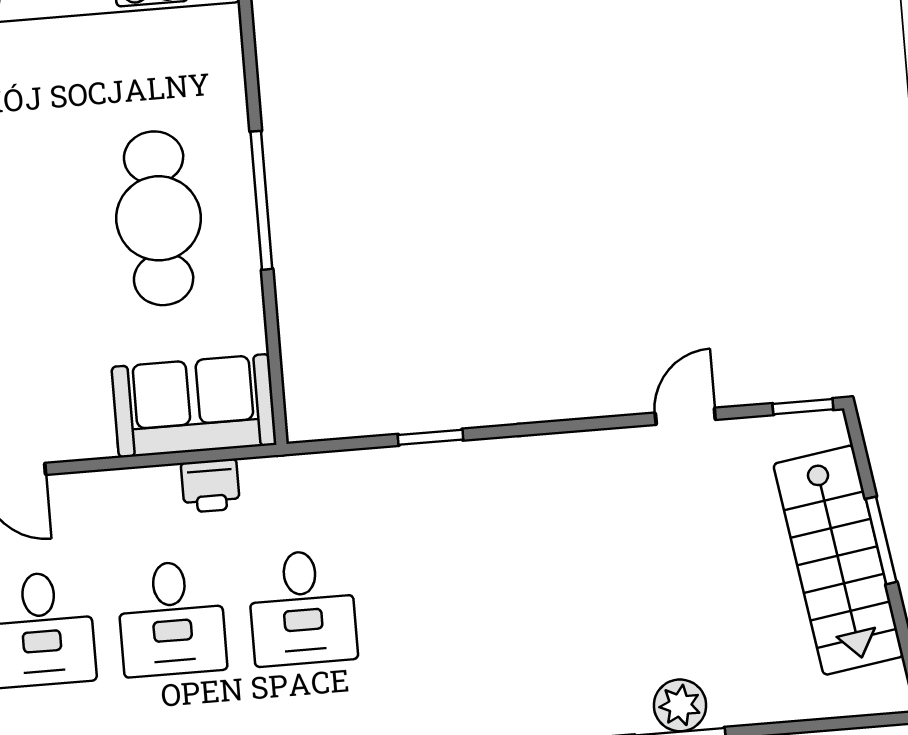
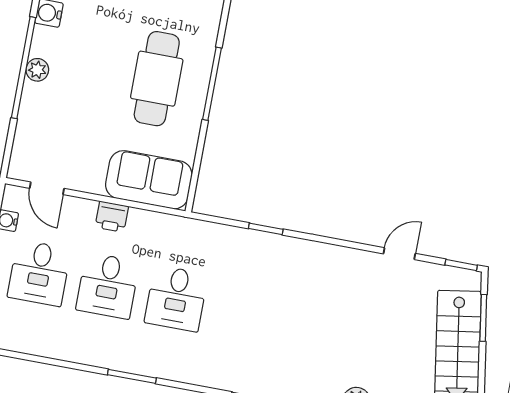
printer: (210, 486) -> (112, 217), moved
window: (881, 540) -> (483, 318), moved

